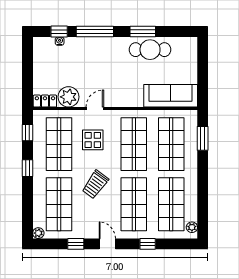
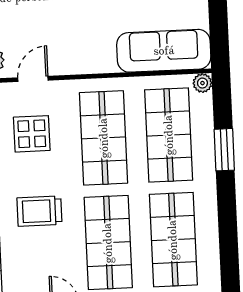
window: (203, 138) -> (224, 150), moved
trolley: (95, 184) -> (40, 211), turned 54
plant: (192, 227) -> (202, 83), moved

